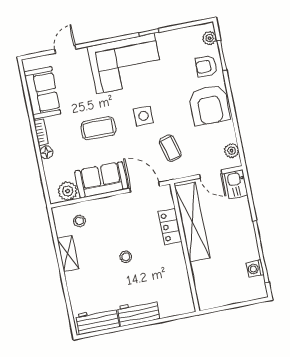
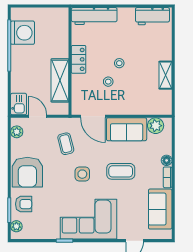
armchair: (209, 105) -> (27, 172), turned 180
stool: (79, 221) -> (108, 82), moved
shelving: (192, 222) -> (60, 80), width x0.68
locker: (170, 227) -> (79, 59), moved
washing machine: (255, 269) -> (22, 33), width x1.89, depth x1.89
workbench: (138, 313) -> (94, 16), moved, width x1.38

